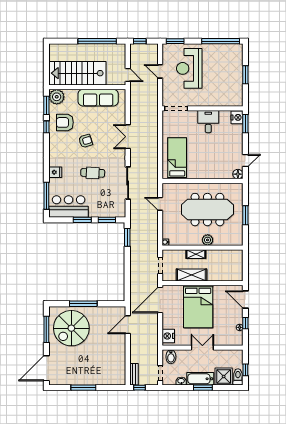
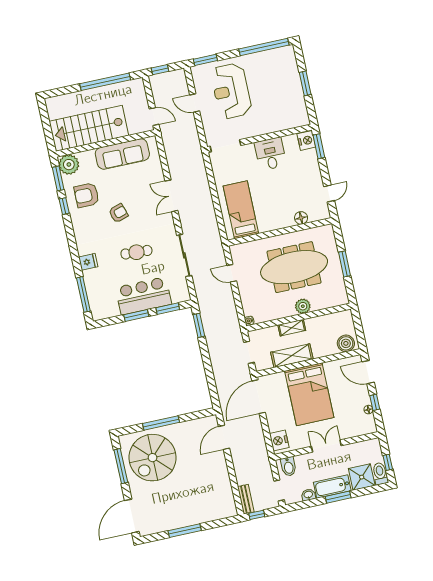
floor lamp: (238, 174) -> (301, 218), moved
bar counter: (69, 206) -> (144, 296), moved
boiler: (234, 275) -> (346, 343), added

